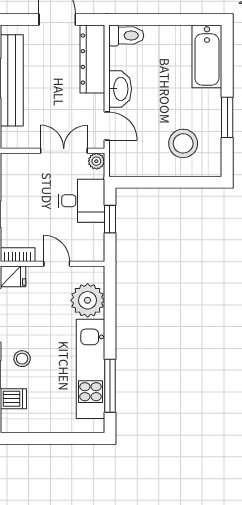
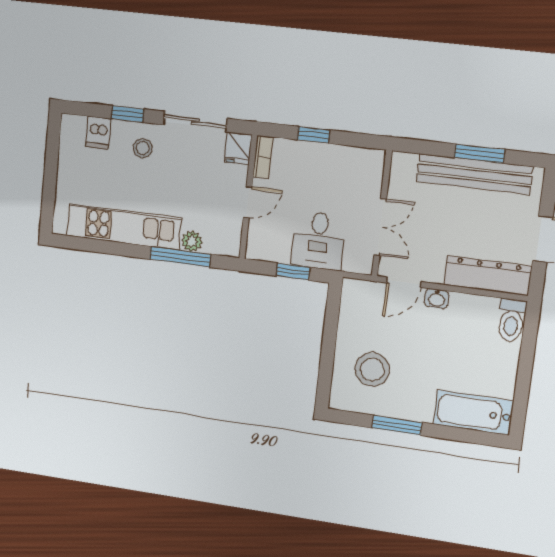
washbasin: (120, 89) -> (437, 299), width x0.52, depth x0.69
plant: (96, 161) -> (363, 264), removed
plant: (88, 300) -> (192, 241), width x0.53, depth x0.53
window: (110, 386) -> (180, 257), moved

